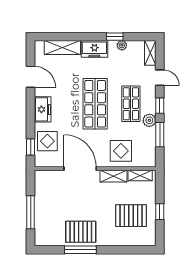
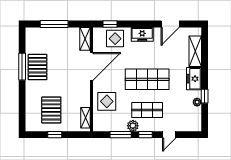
shelving: (150, 53) -> (191, 127), removed
shelving: (114, 176) -> (85, 39), moved

